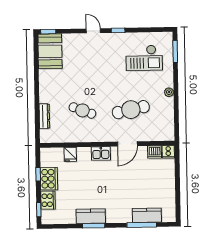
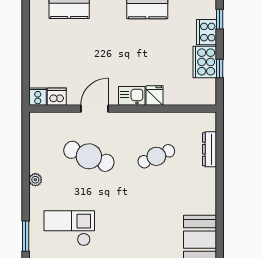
cafe table: (82, 110) -> (156, 156), turned -45
cafe table: (131, 110) -> (89, 156), turned 33
fridge: (70, 154) -> (154, 95), moved

